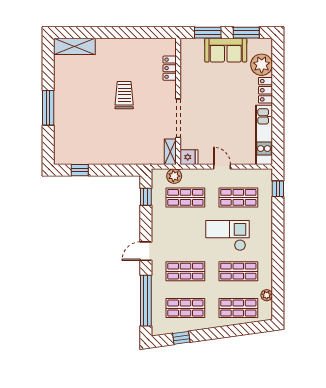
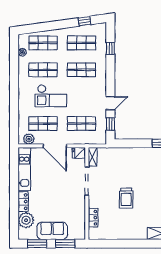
door: (222, 167) -> (55, 146), width x1.87
plant: (174, 176) -> (29, 139), moved
window: (278, 189) -> (14, 130), removed
door: (146, 251) -> (110, 103), moved
window: (146, 301) -> (110, 48), width x0.32

